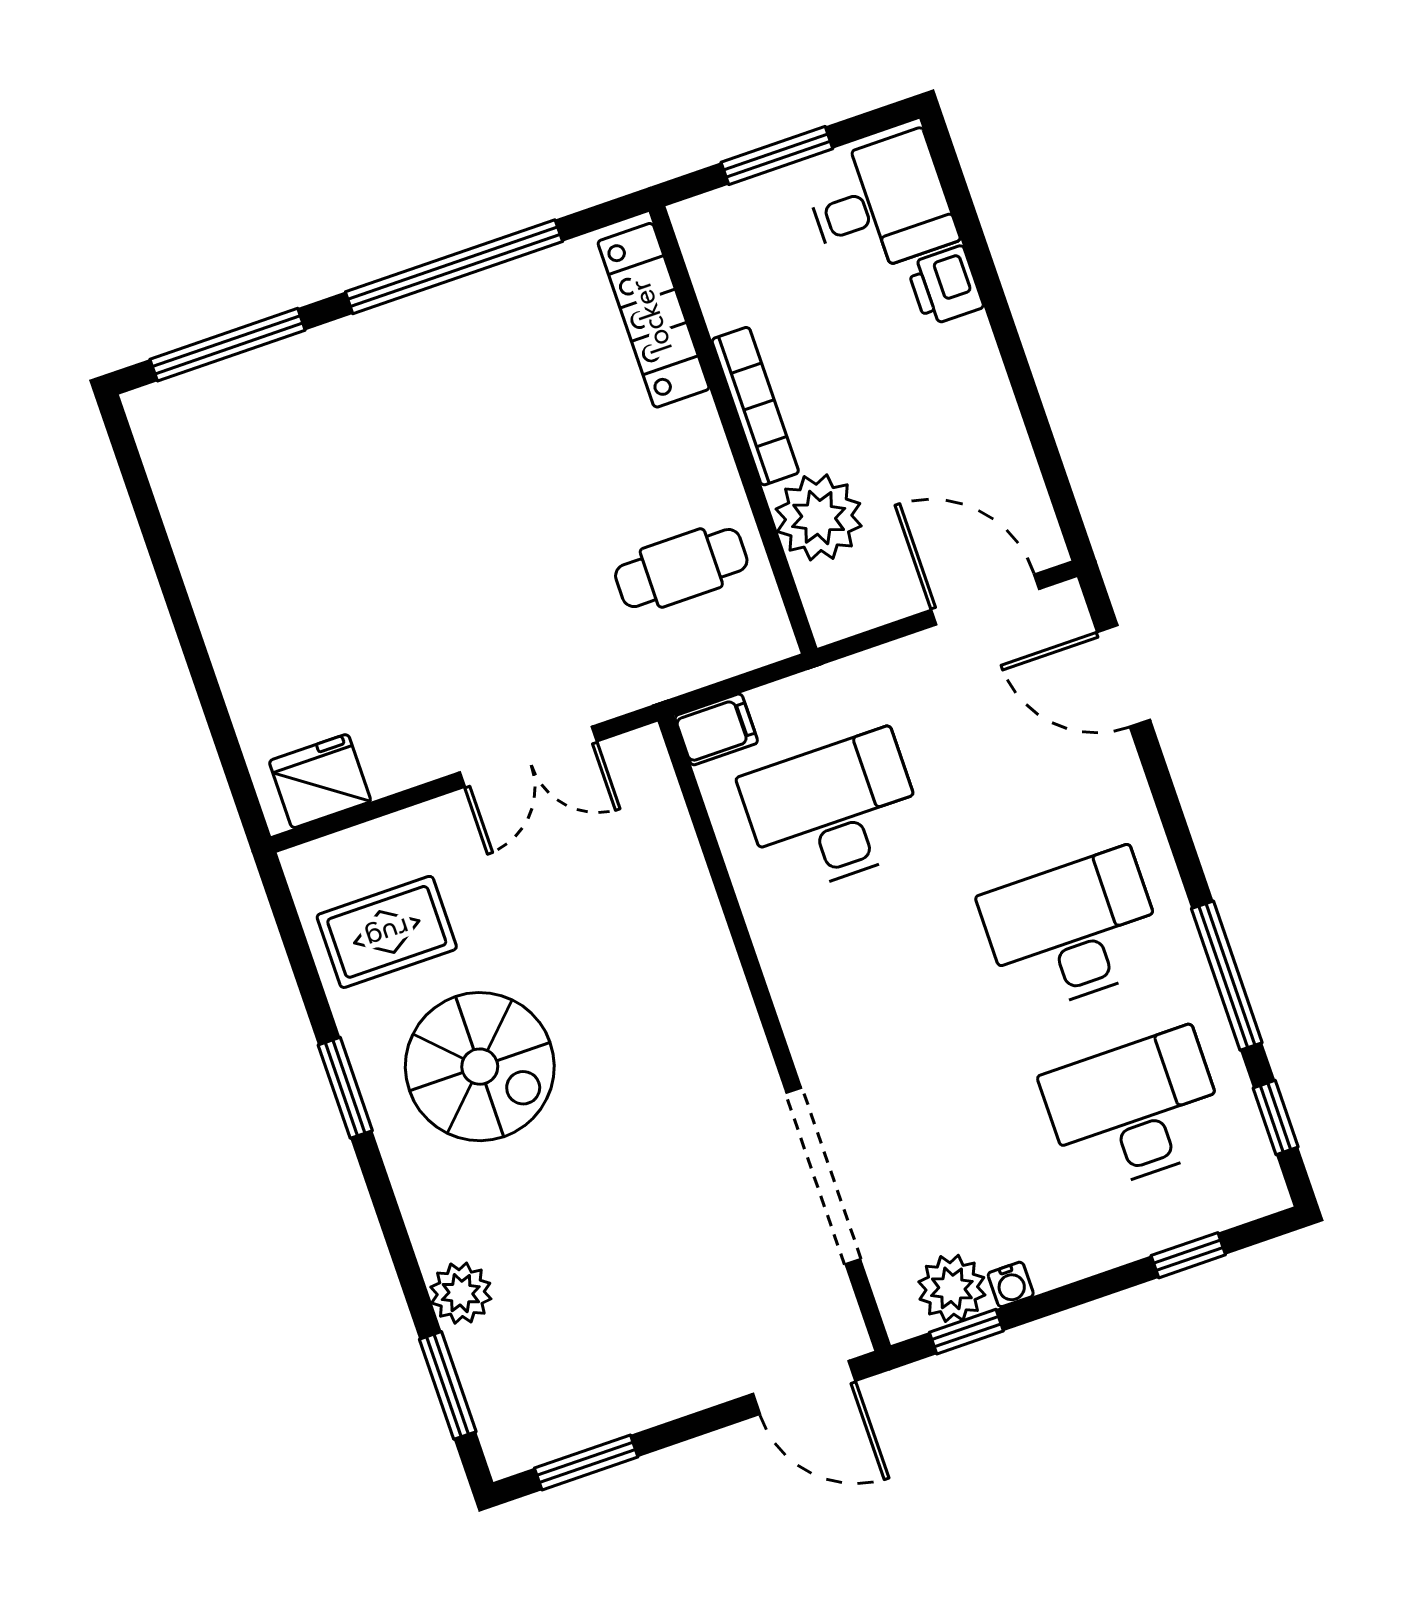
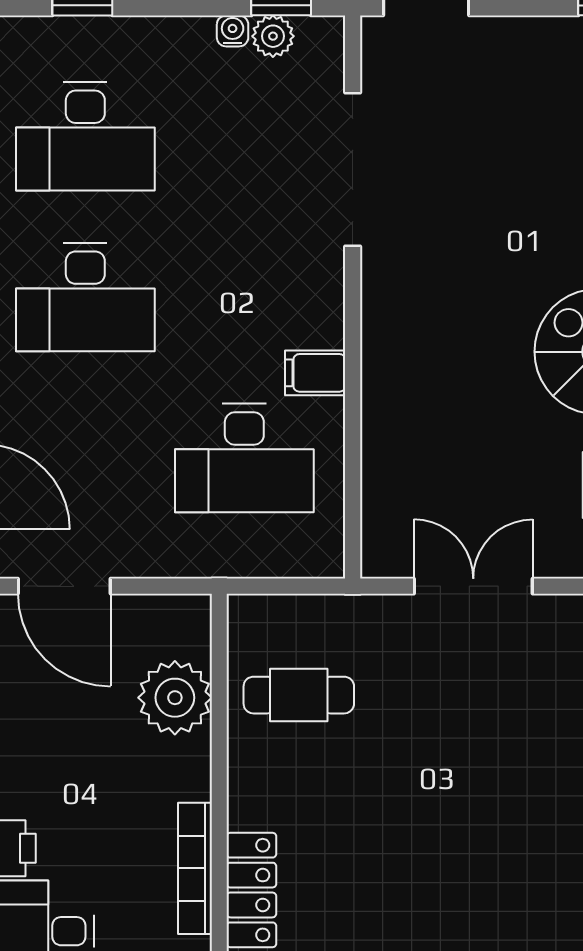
bookcase: (755, 406) -> (195, 868), moved
filing cabinet: (716, 729) -> (315, 373), moved
plant: (952, 1288) -> (273, 36), width x0.73, depth x0.73

